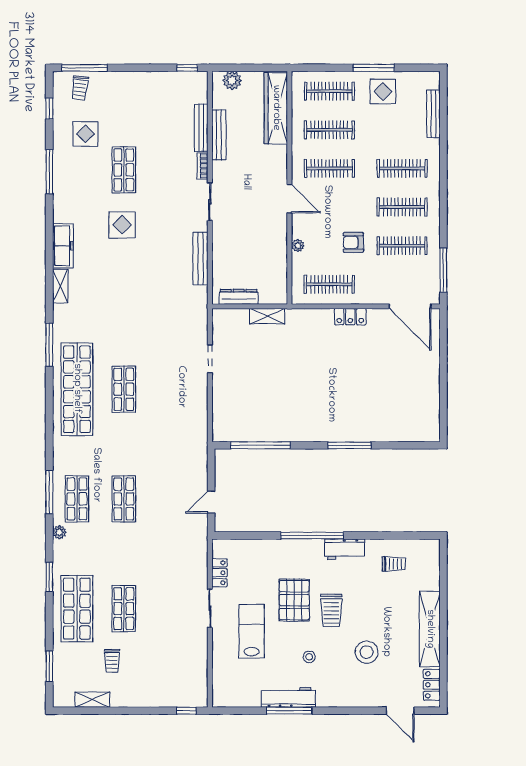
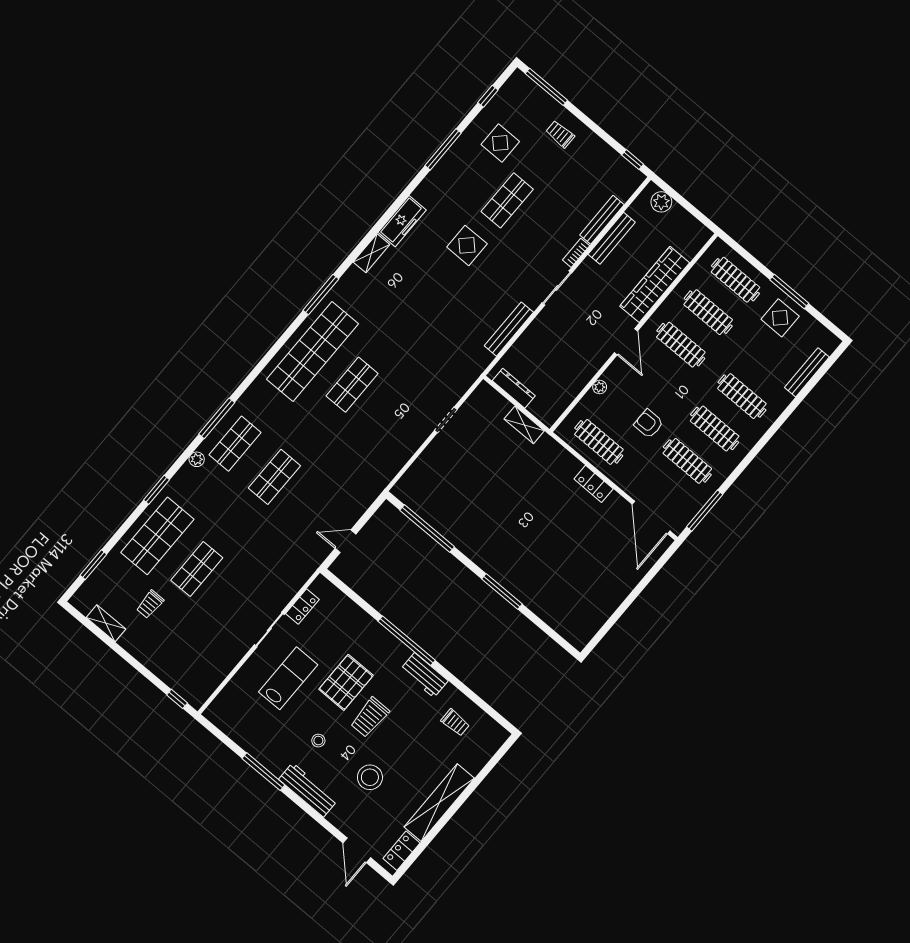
trolley: (80, 88) -> (560, 134), moved, turned 83
wardrobe: (276, 108) -> (655, 284), moved
workbench: (288, 697) -> (308, 790), moved

